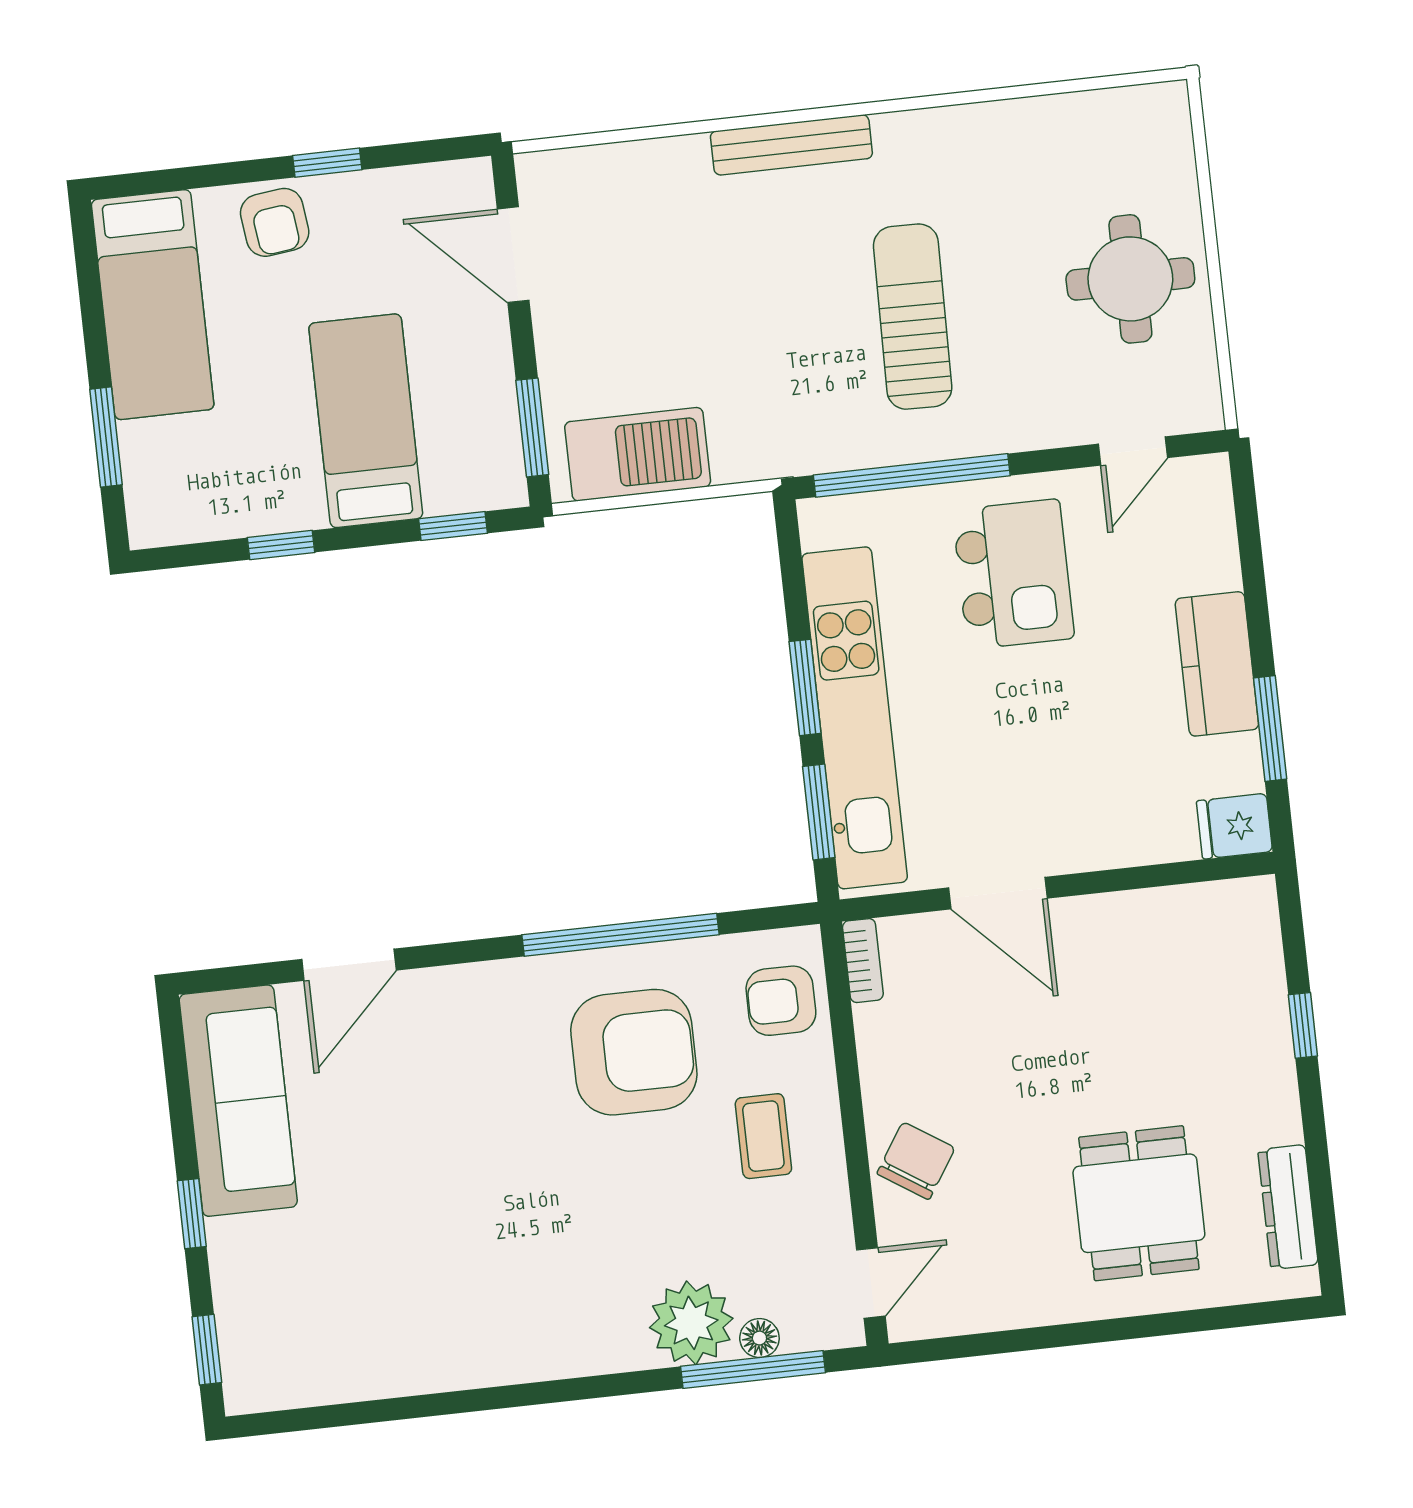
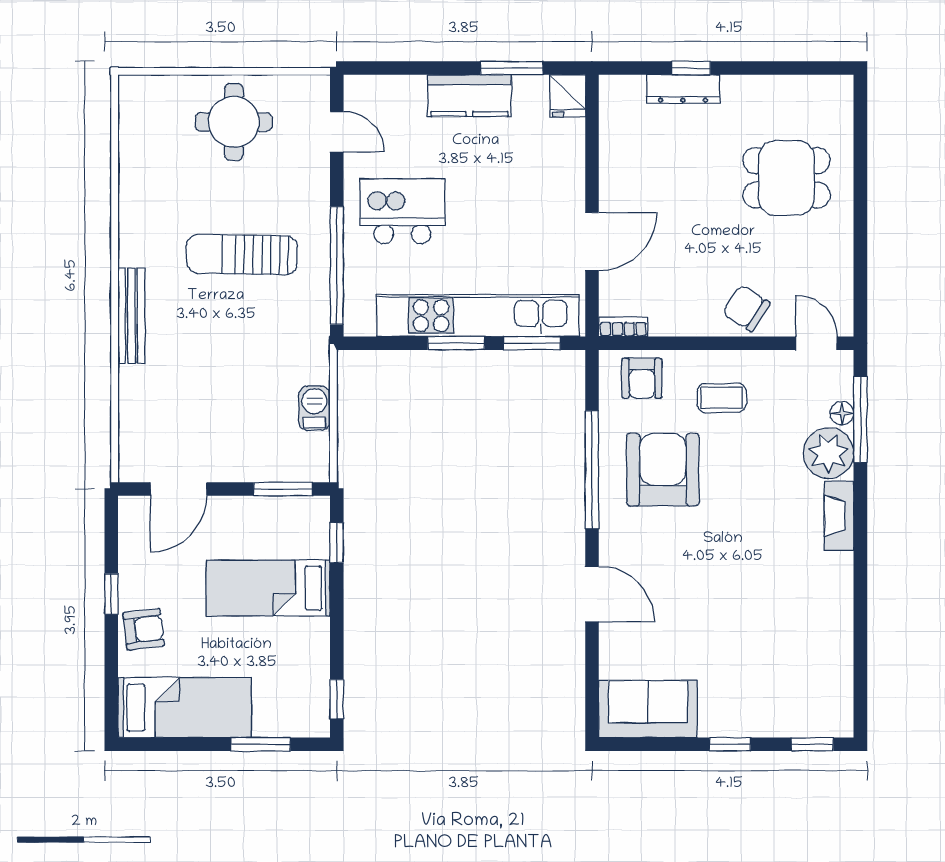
barbecue: (638, 454) -> (314, 408), width x0.53, depth x0.65
window: (281, 545) -> (337, 699), moved
door: (349, 965) -> (592, 594), moved
sofa: (238, 1101) -> (648, 709), width x0.73
dresser: (1288, 1207) -> (683, 89), moved
fireplace: (590, 1352) -> (839, 516), added

